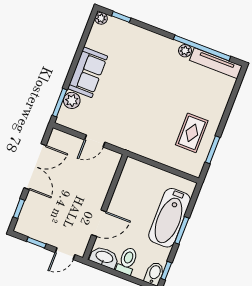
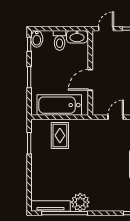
plant: (185, 51) -> (80, 202), width x1.88, depth x1.88
rug: (192, 133) -> (60, 135), moved
bathtub: (169, 218) -> (59, 105), moved, turned -90
door: (99, 223) -> (90, 80), moved

